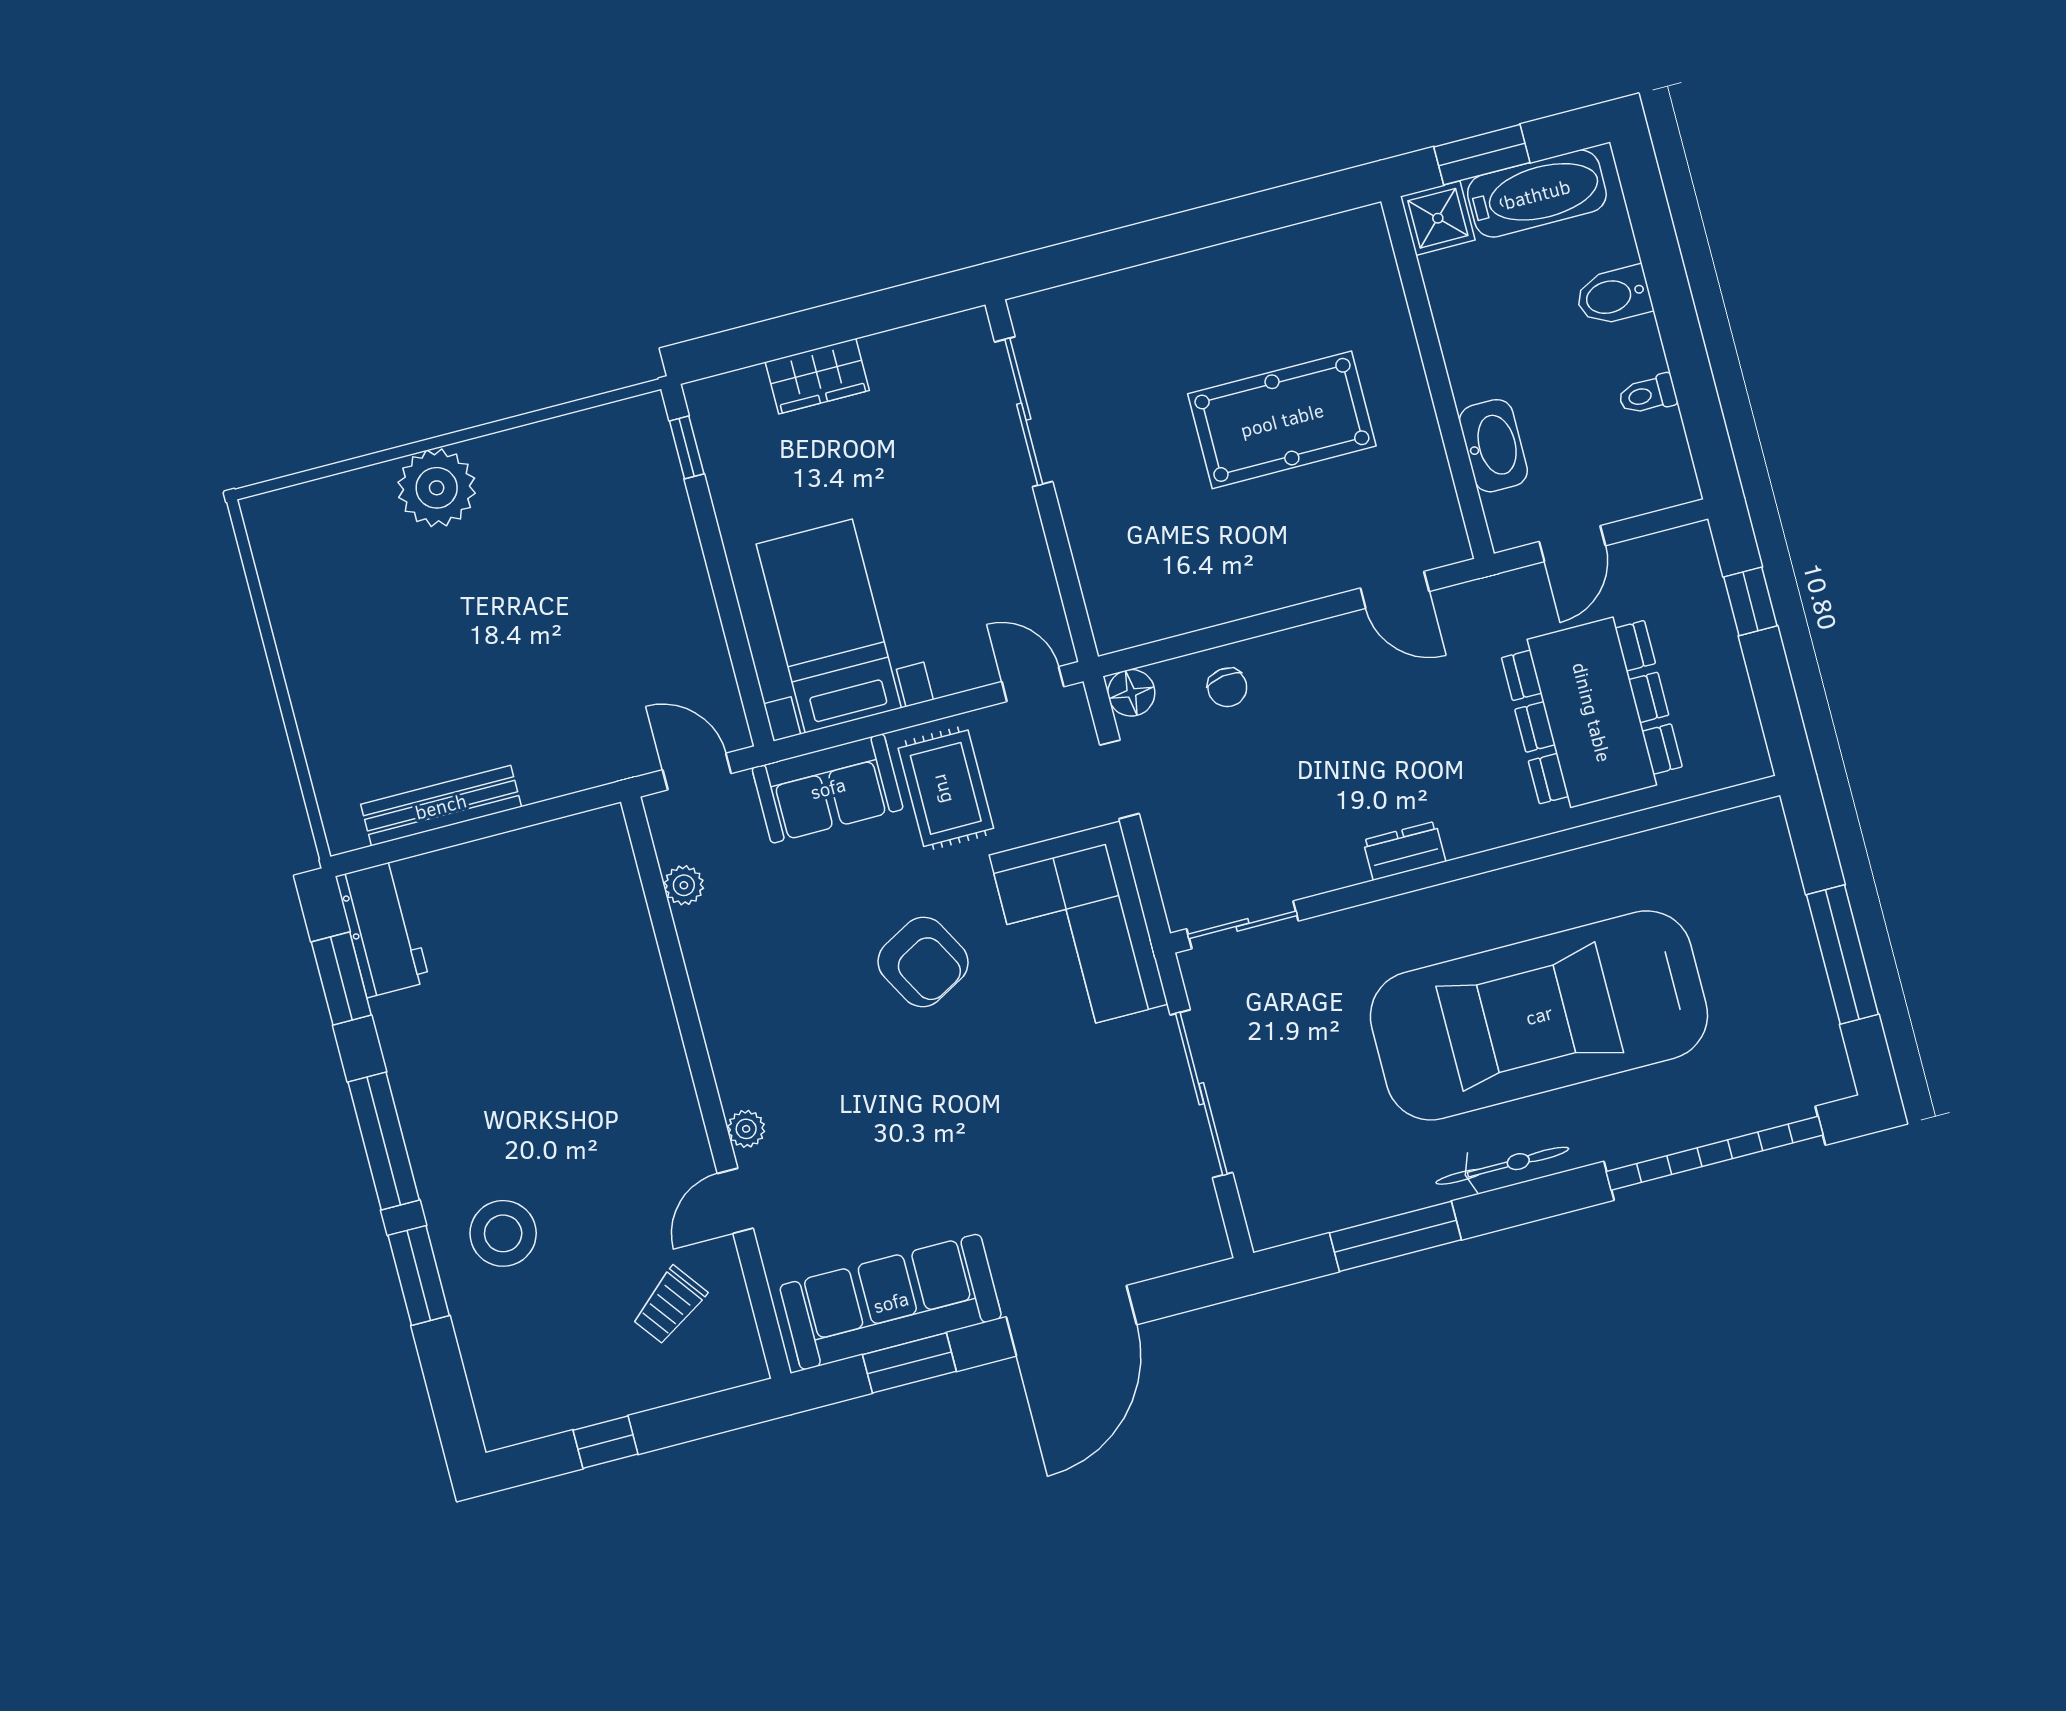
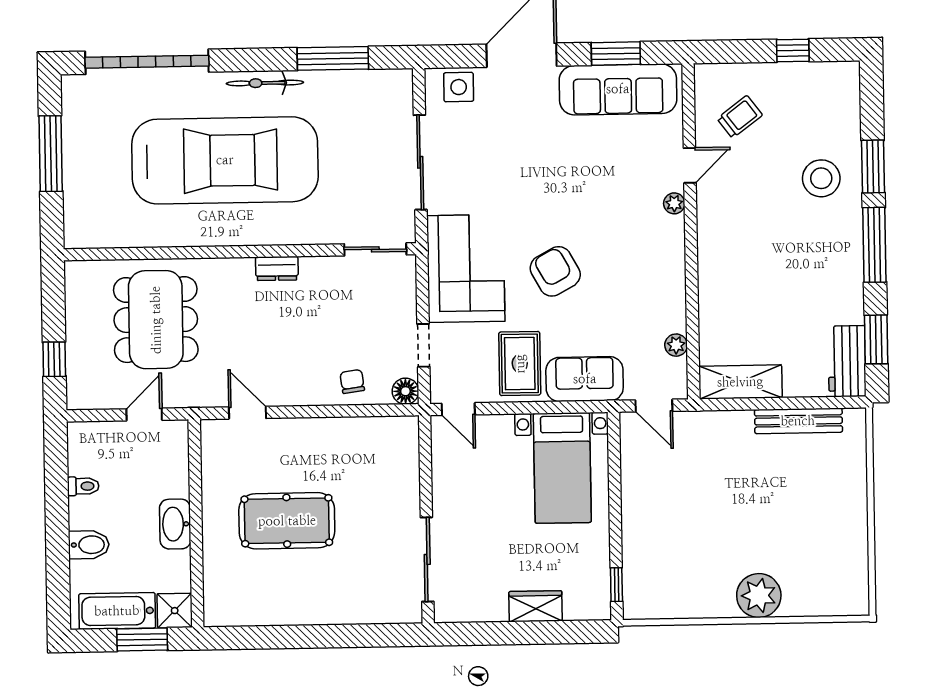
washbasin: (1493, 446) -> (175, 524), moved
shelving: (557, 848) -> (740, 382), added
side table: (1167, 1240) -> (459, 87), added

